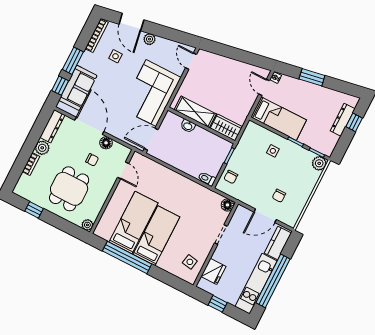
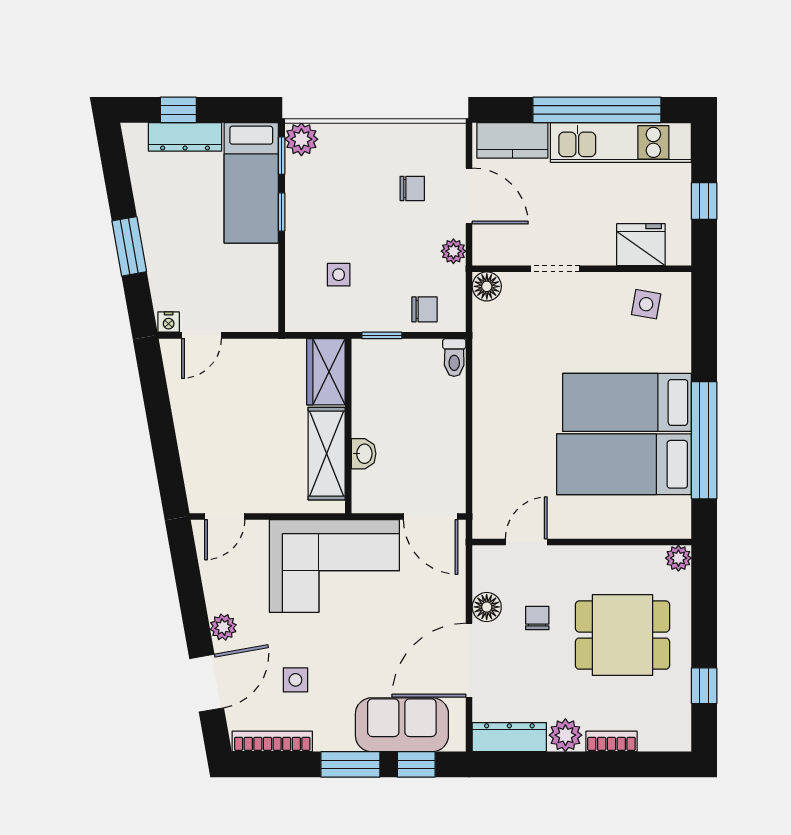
bed: (279, 119) -> (251, 183), moved, turned 180
side table: (273, 151) -> (339, 275), moved
plant: (247, 199) -> (453, 251), added

